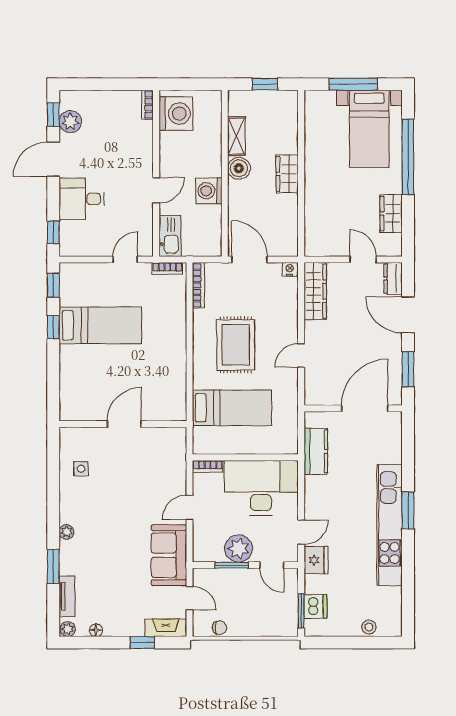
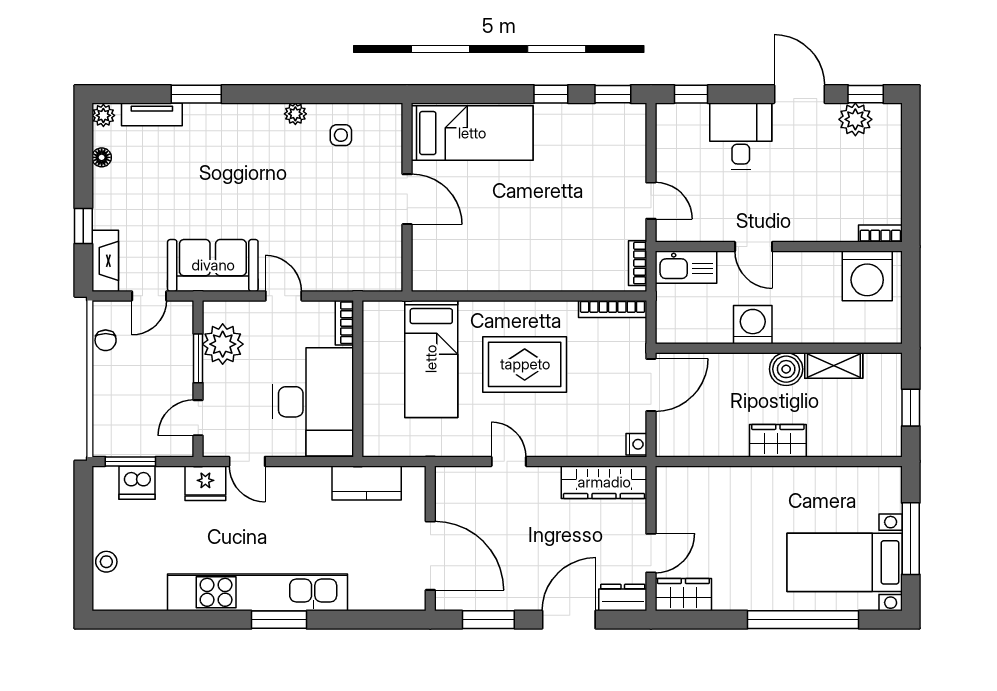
wardrobe: (391, 214) -> (683, 595), moved
bed: (100, 325) -> (472, 133), moved, turned -90
plant: (67, 532) -> (295, 114), moved
plant: (238, 548) -> (223, 344), moved

